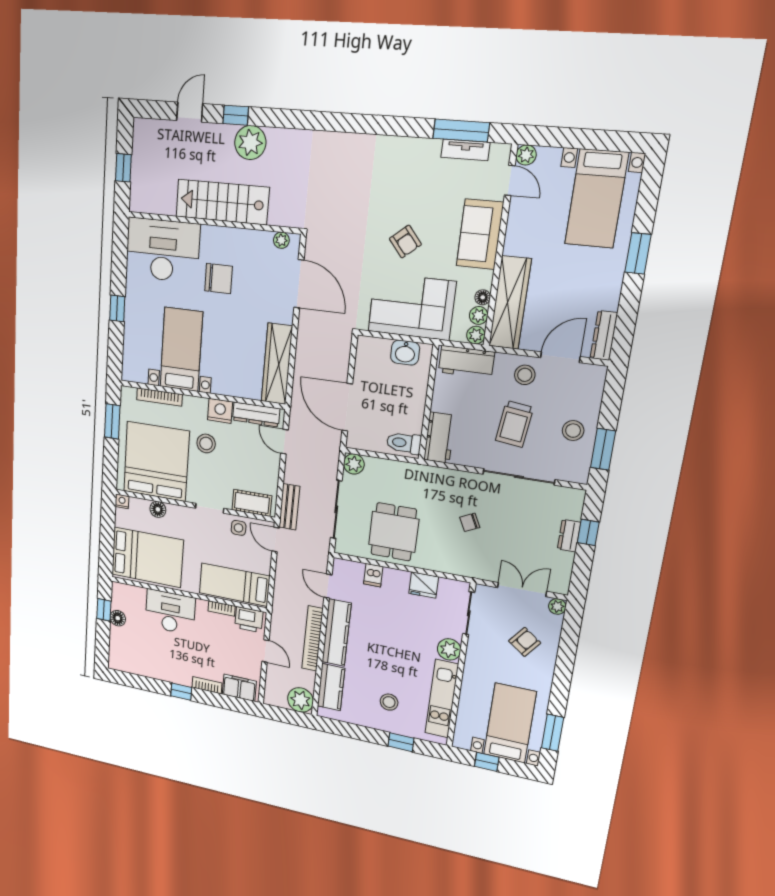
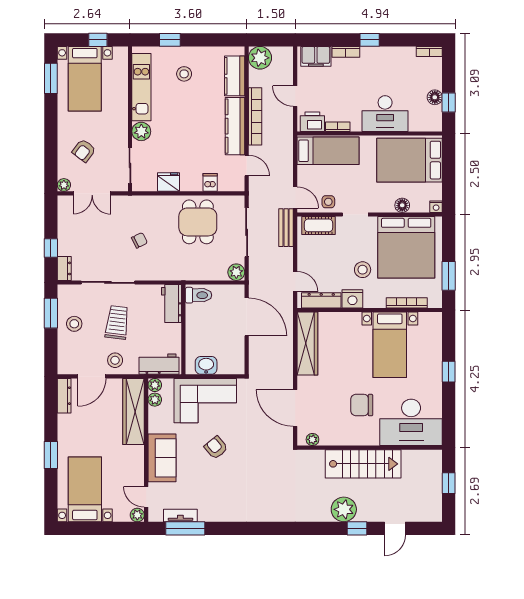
floor lamp: (483, 297) -> (154, 413), removed
dresser: (569, 536) -> (64, 268), moved
bookcase: (121, 666) -> (429, 52), added

